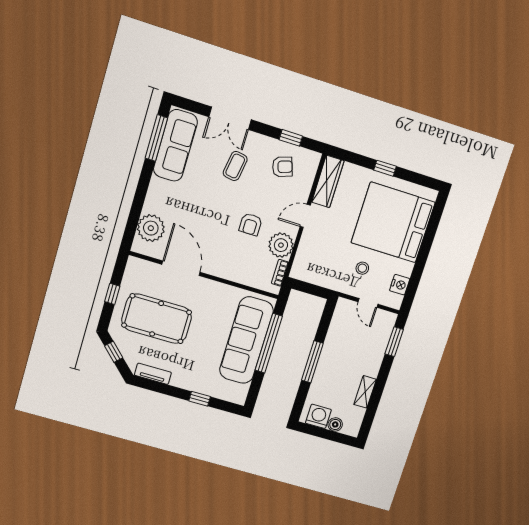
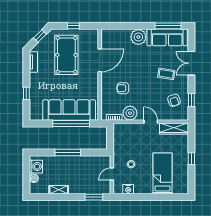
bed: (393, 222) -> (162, 173), width x0.49
armchair: (251, 224) -> (123, 88), moved
plant: (151, 228) -> (138, 37), moved

